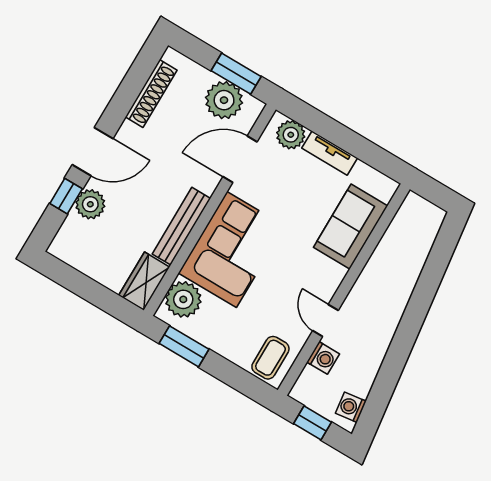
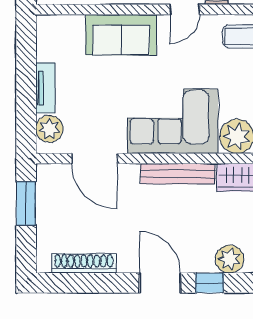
plant: (224, 100) -> (54, 200), removed
plant: (90, 204) -> (230, 259), moved
sofa: (351, 227) -> (121, 35), moved

